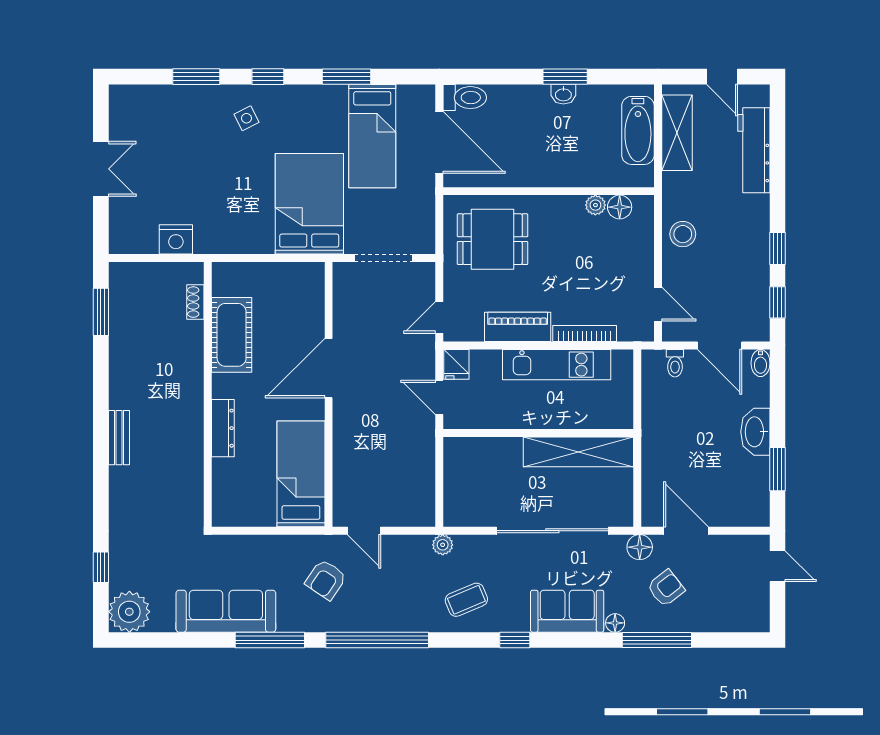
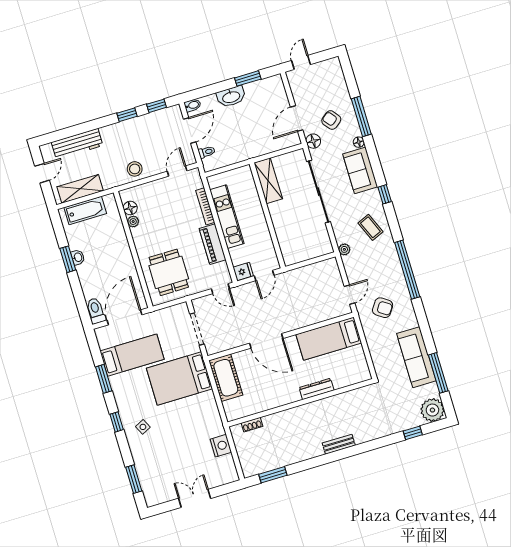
window: (196, 77) -> (134, 479), moved
cot: (232, 335) -> (226, 378), moved, turned 90
shelving: (578, 452) -> (268, 181), width x0.68
window: (270, 640) -> (438, 373), moved

